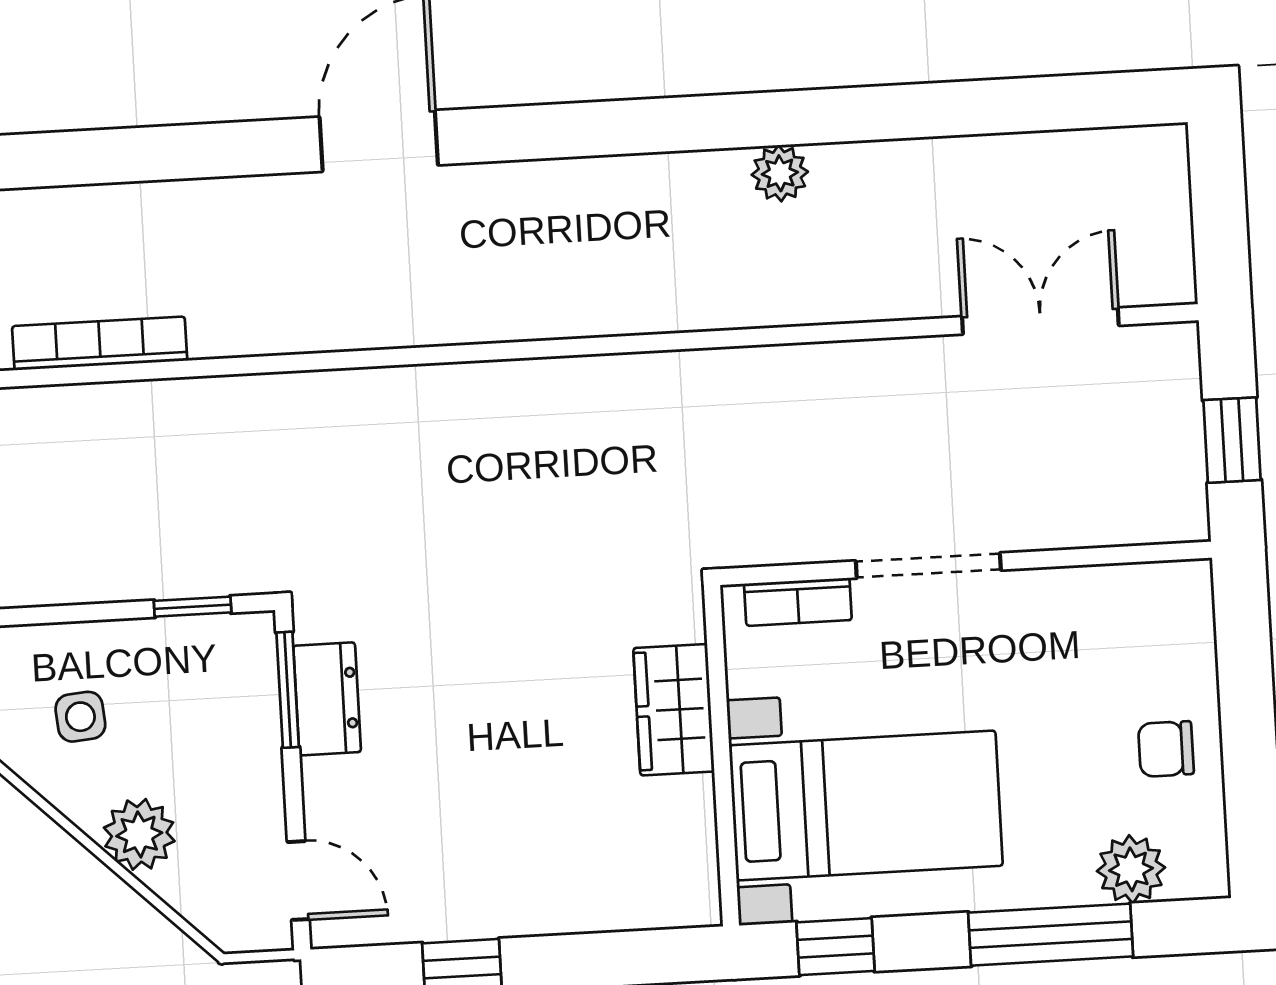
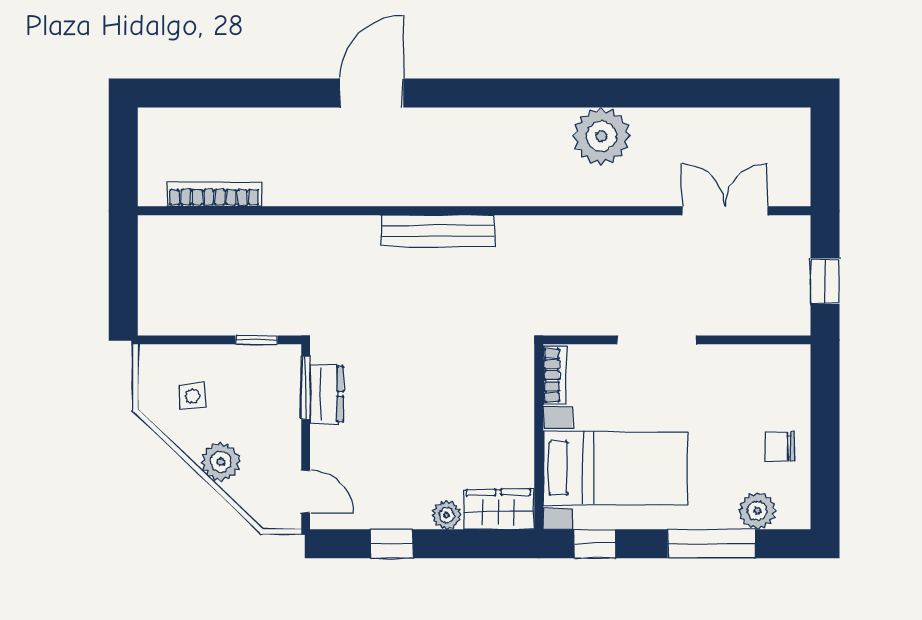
plant: (780, 173) -> (601, 136), width x1.88, depth x1.88
bench: (514, 388) -> (438, 231), added
bookcase: (798, 602) -> (555, 375), moved, turned -90
wardrobe: (674, 710) -> (498, 509), moved, turned 90
plant: (560, 909) -> (447, 515), added

